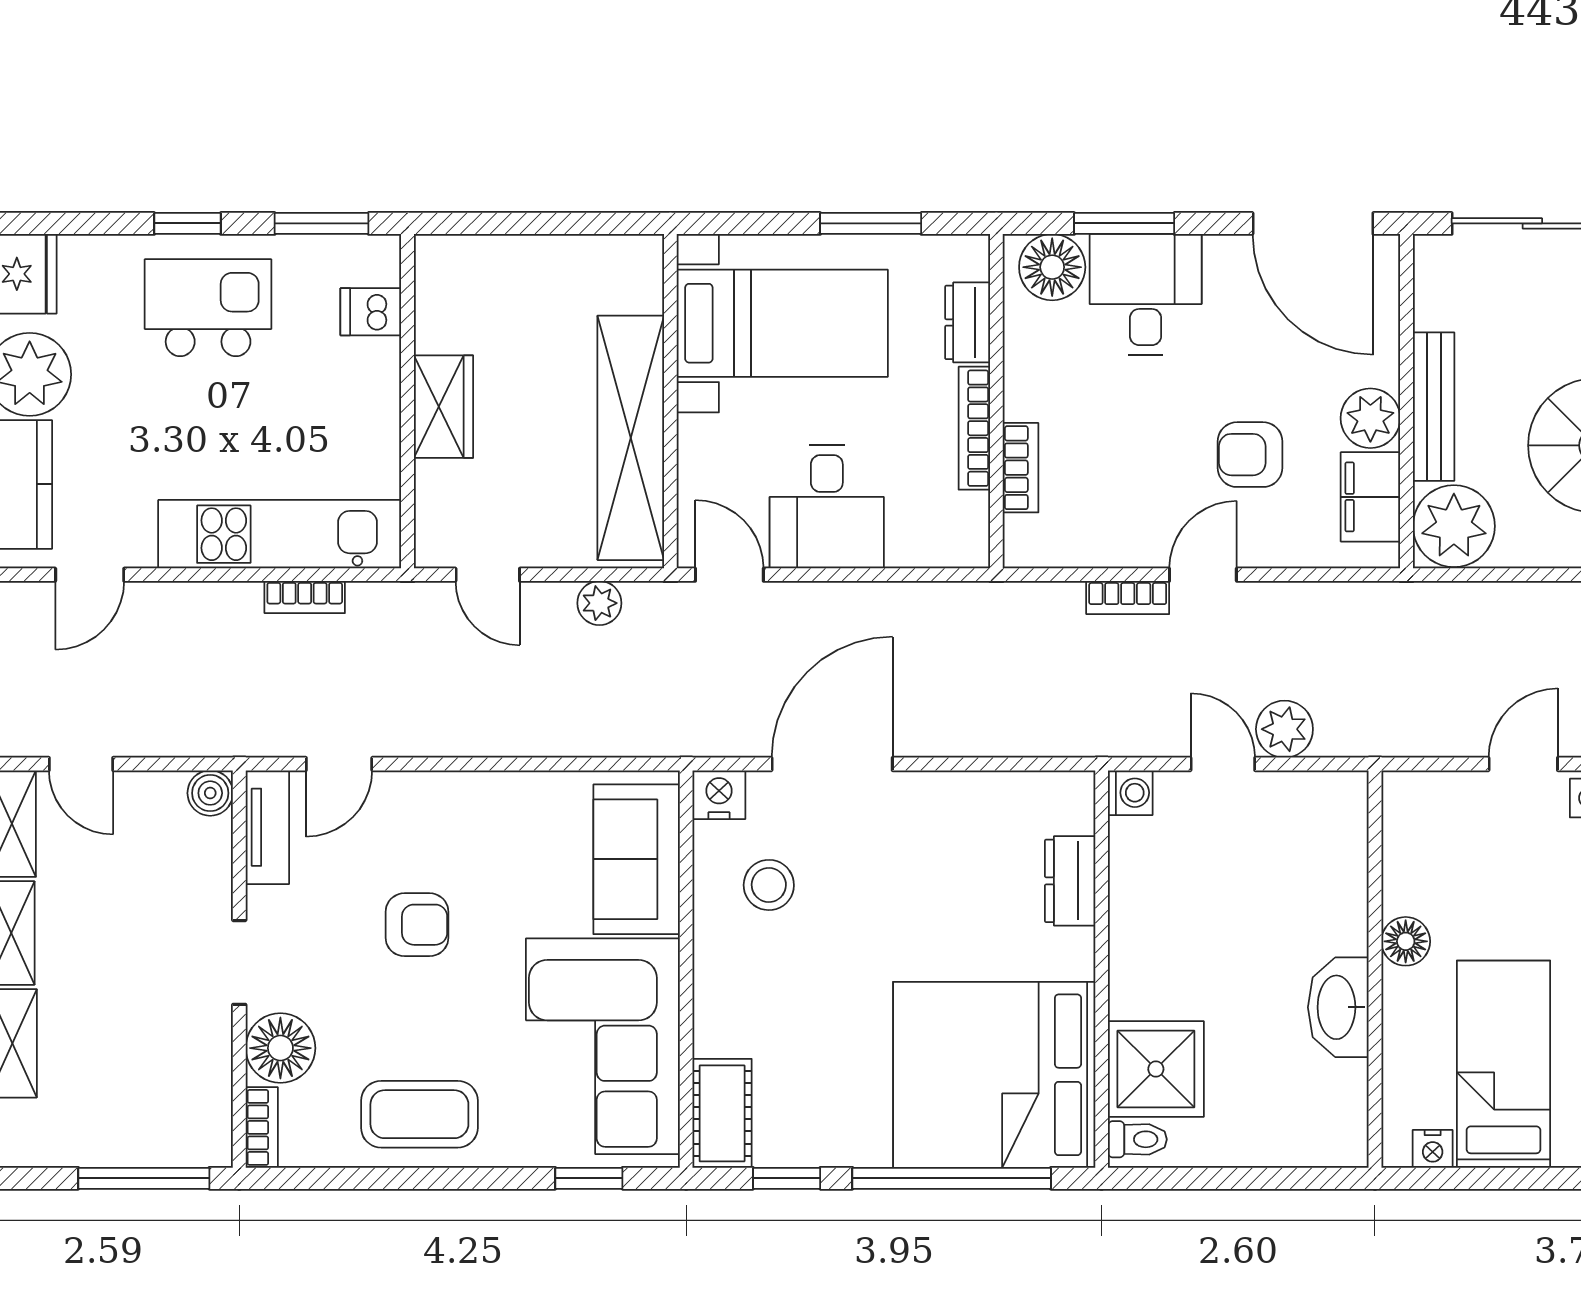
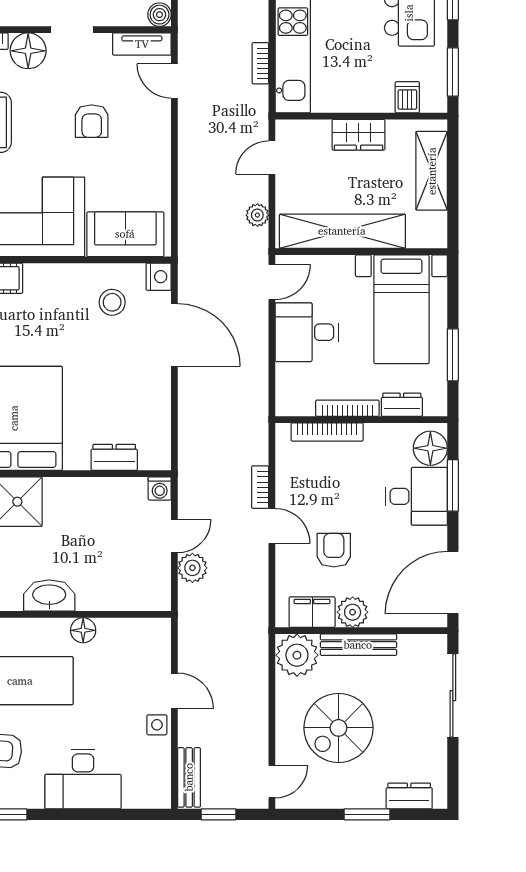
shelving: (513, 265) -> (432, 171), added
bookcase: (1021, 468) -> (327, 432), width x1.56

